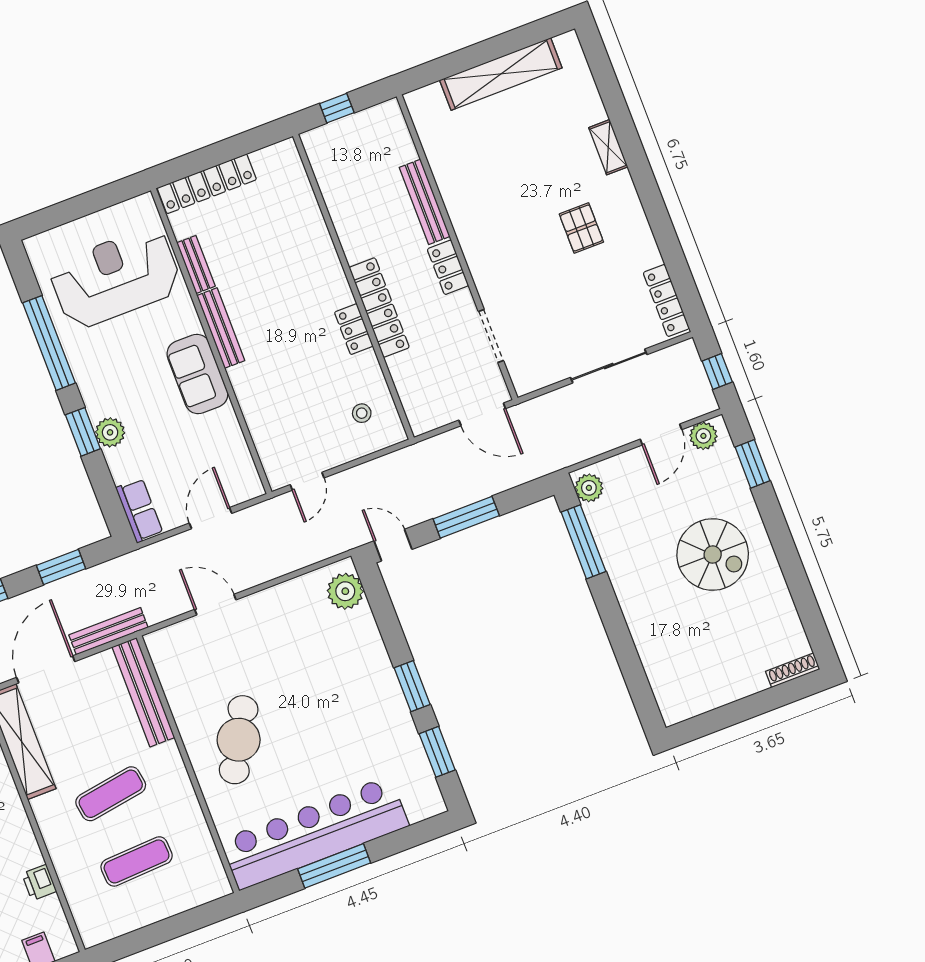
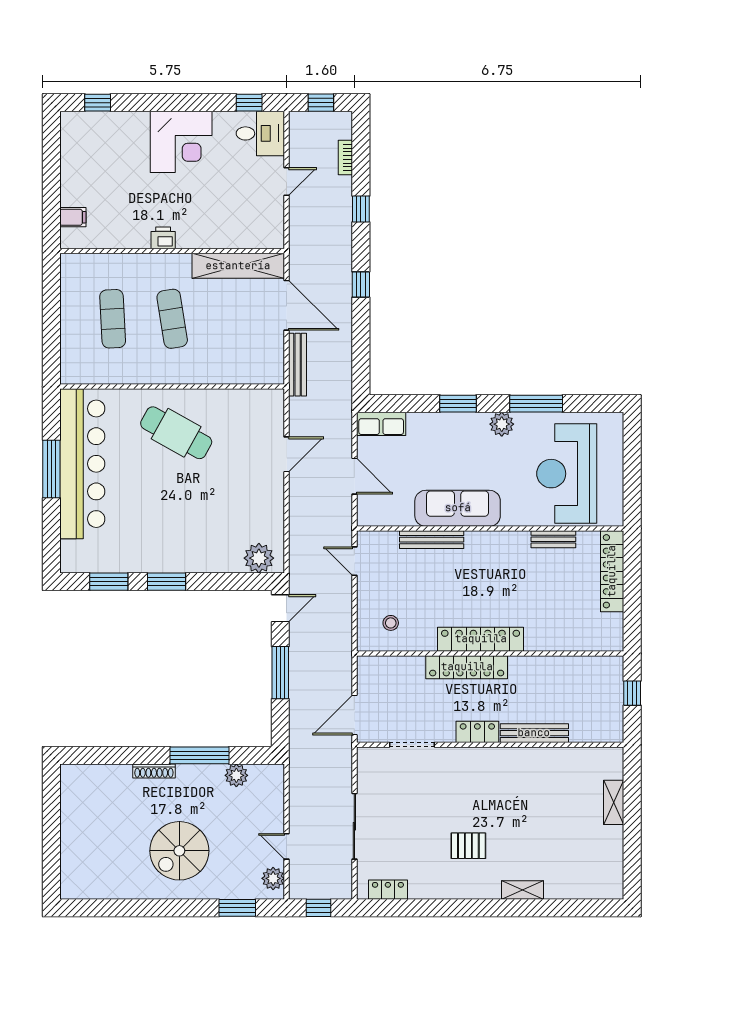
shelving: (501, 74) -> (614, 802), width x0.45, depth x0.75
reception desk: (115, 278) -> (567, 474), turned 180
locker: (666, 300) -> (388, 890), width x0.66
bench: (221, 328) -> (432, 540), moved
locker: (354, 329) -> (481, 639), width x2.16, depth x1.21
window: (49, 343) -> (536, 404), width x0.68
sofa: (197, 374) -> (458, 508), width x1.36
plant: (110, 432) -> (502, 424), moved
door: (661, 434) -> (287, 846), width x0.73
plant: (589, 488) -> (236, 775), moved
window: (583, 542) -> (199, 755), moved
window: (61, 567) -> (361, 347), removed
shoe rack: (793, 670) -> (154, 771), moved, turned 90
bench: (143, 692) -> (241, 374), removed
printer: (39, 883) -> (163, 238), moved

